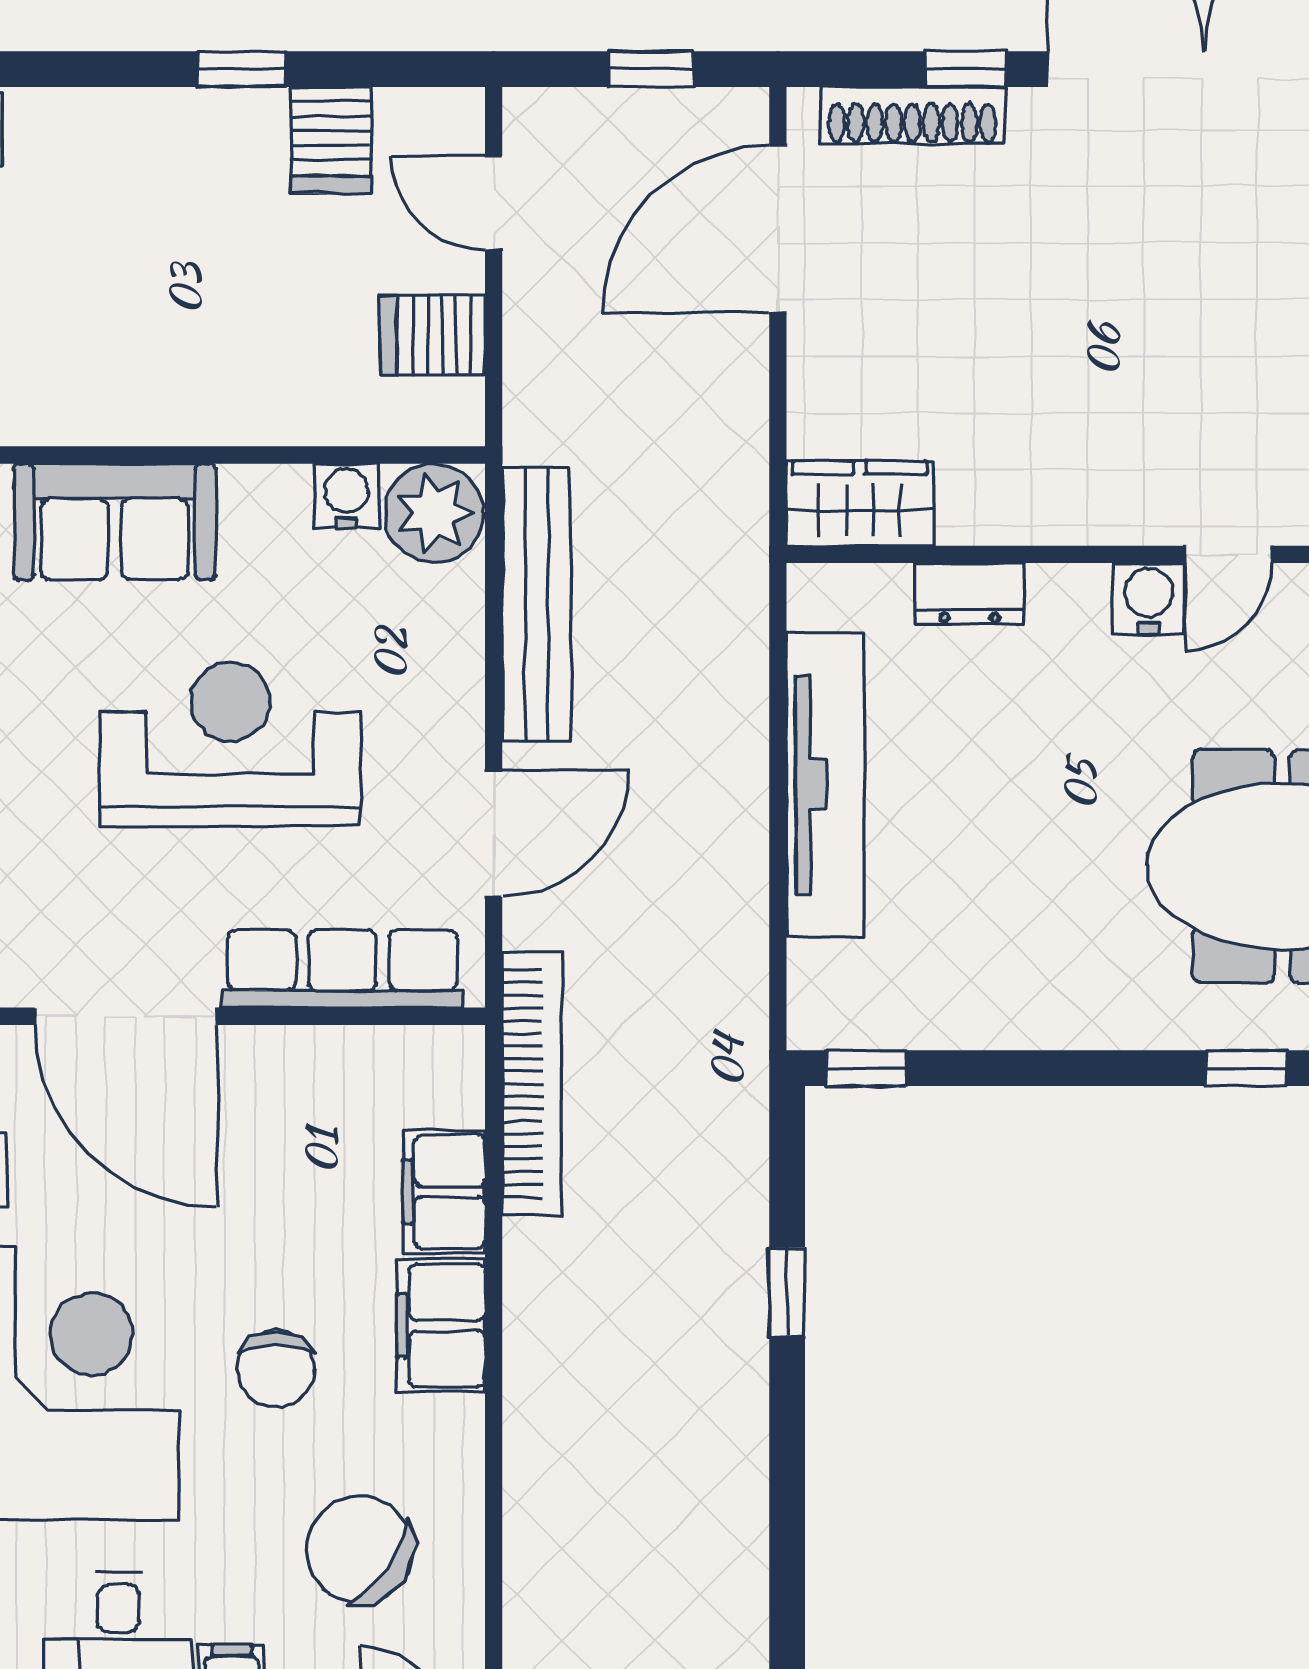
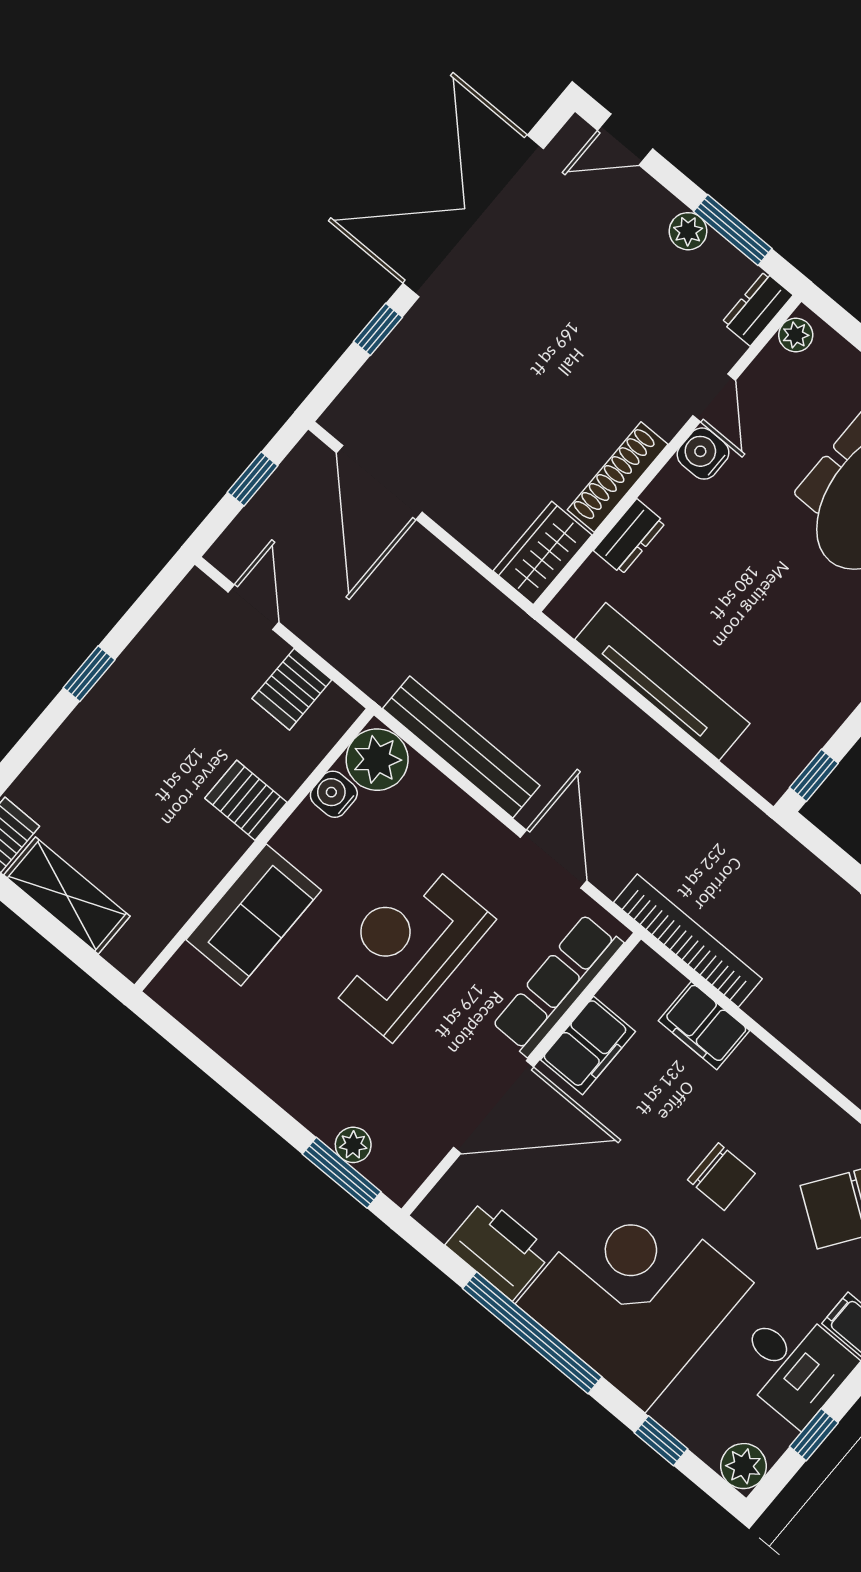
shoe rack: (913, 115) -> (618, 477), moved, turned 180
server rack: (331, 140) -> (246, 800), moved, turned 180
door: (494, 203) -> (253, 607), swing flipped
filing cabinet: (441, 1326) -> (588, 1046), moved, turned -90

